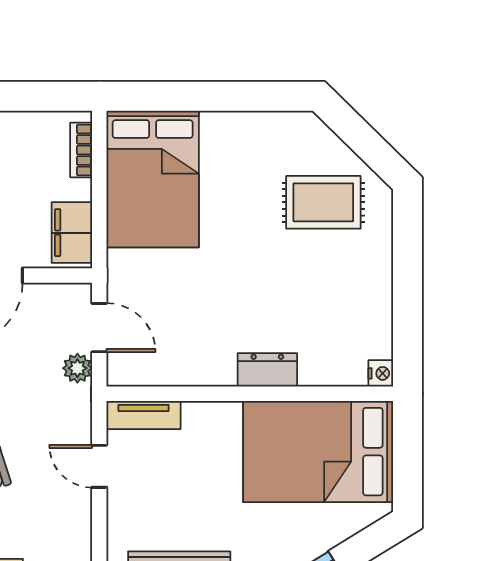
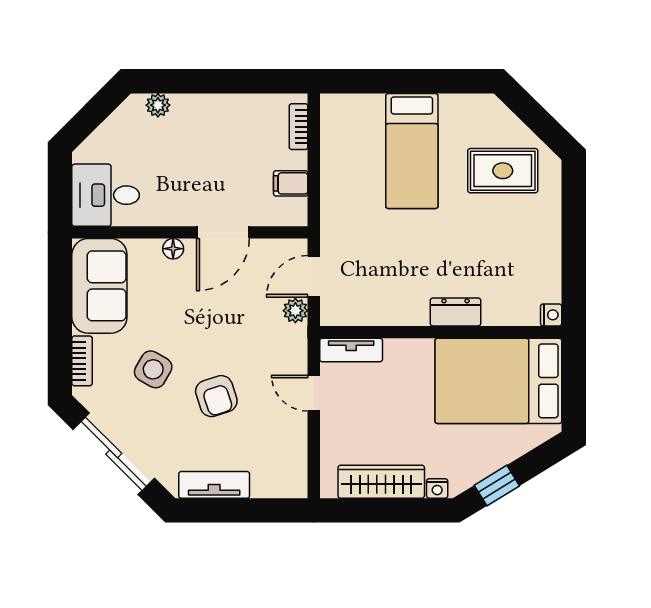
bed: (153, 179) -> (412, 151), moved, width x0.67
filing cabinet: (72, 233) -> (291, 183), width x0.50
door: (99, 328) -> (314, 276), swing flipped

